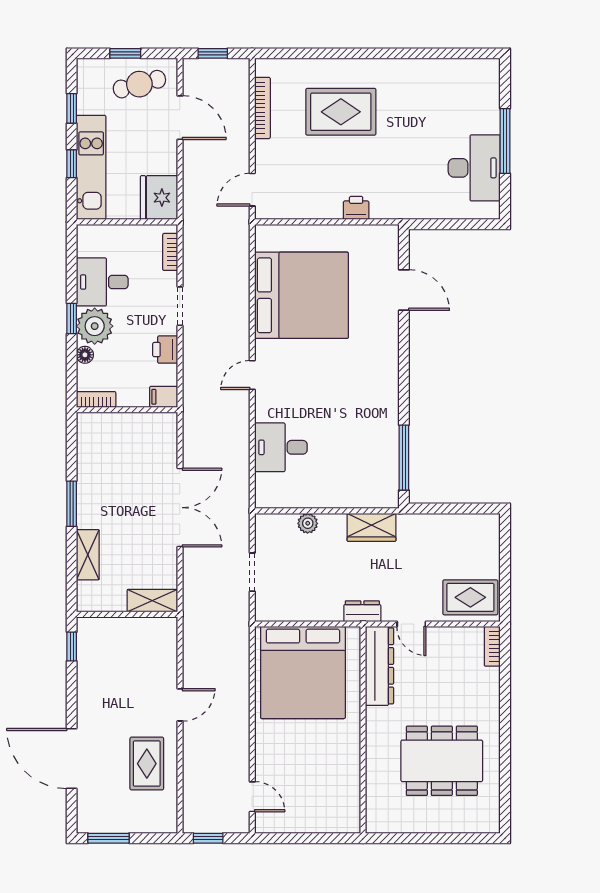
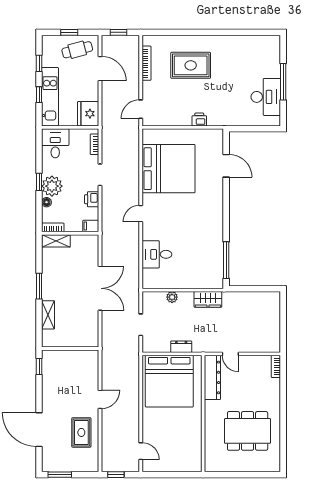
desk: (102, 282) -> (55, 143), moved, turned 90
rug: (470, 597) -> (264, 339), removed
shelving: (152, 601) -> (56, 241), moved
dresser: (362, 611) -> (181, 347), moved

